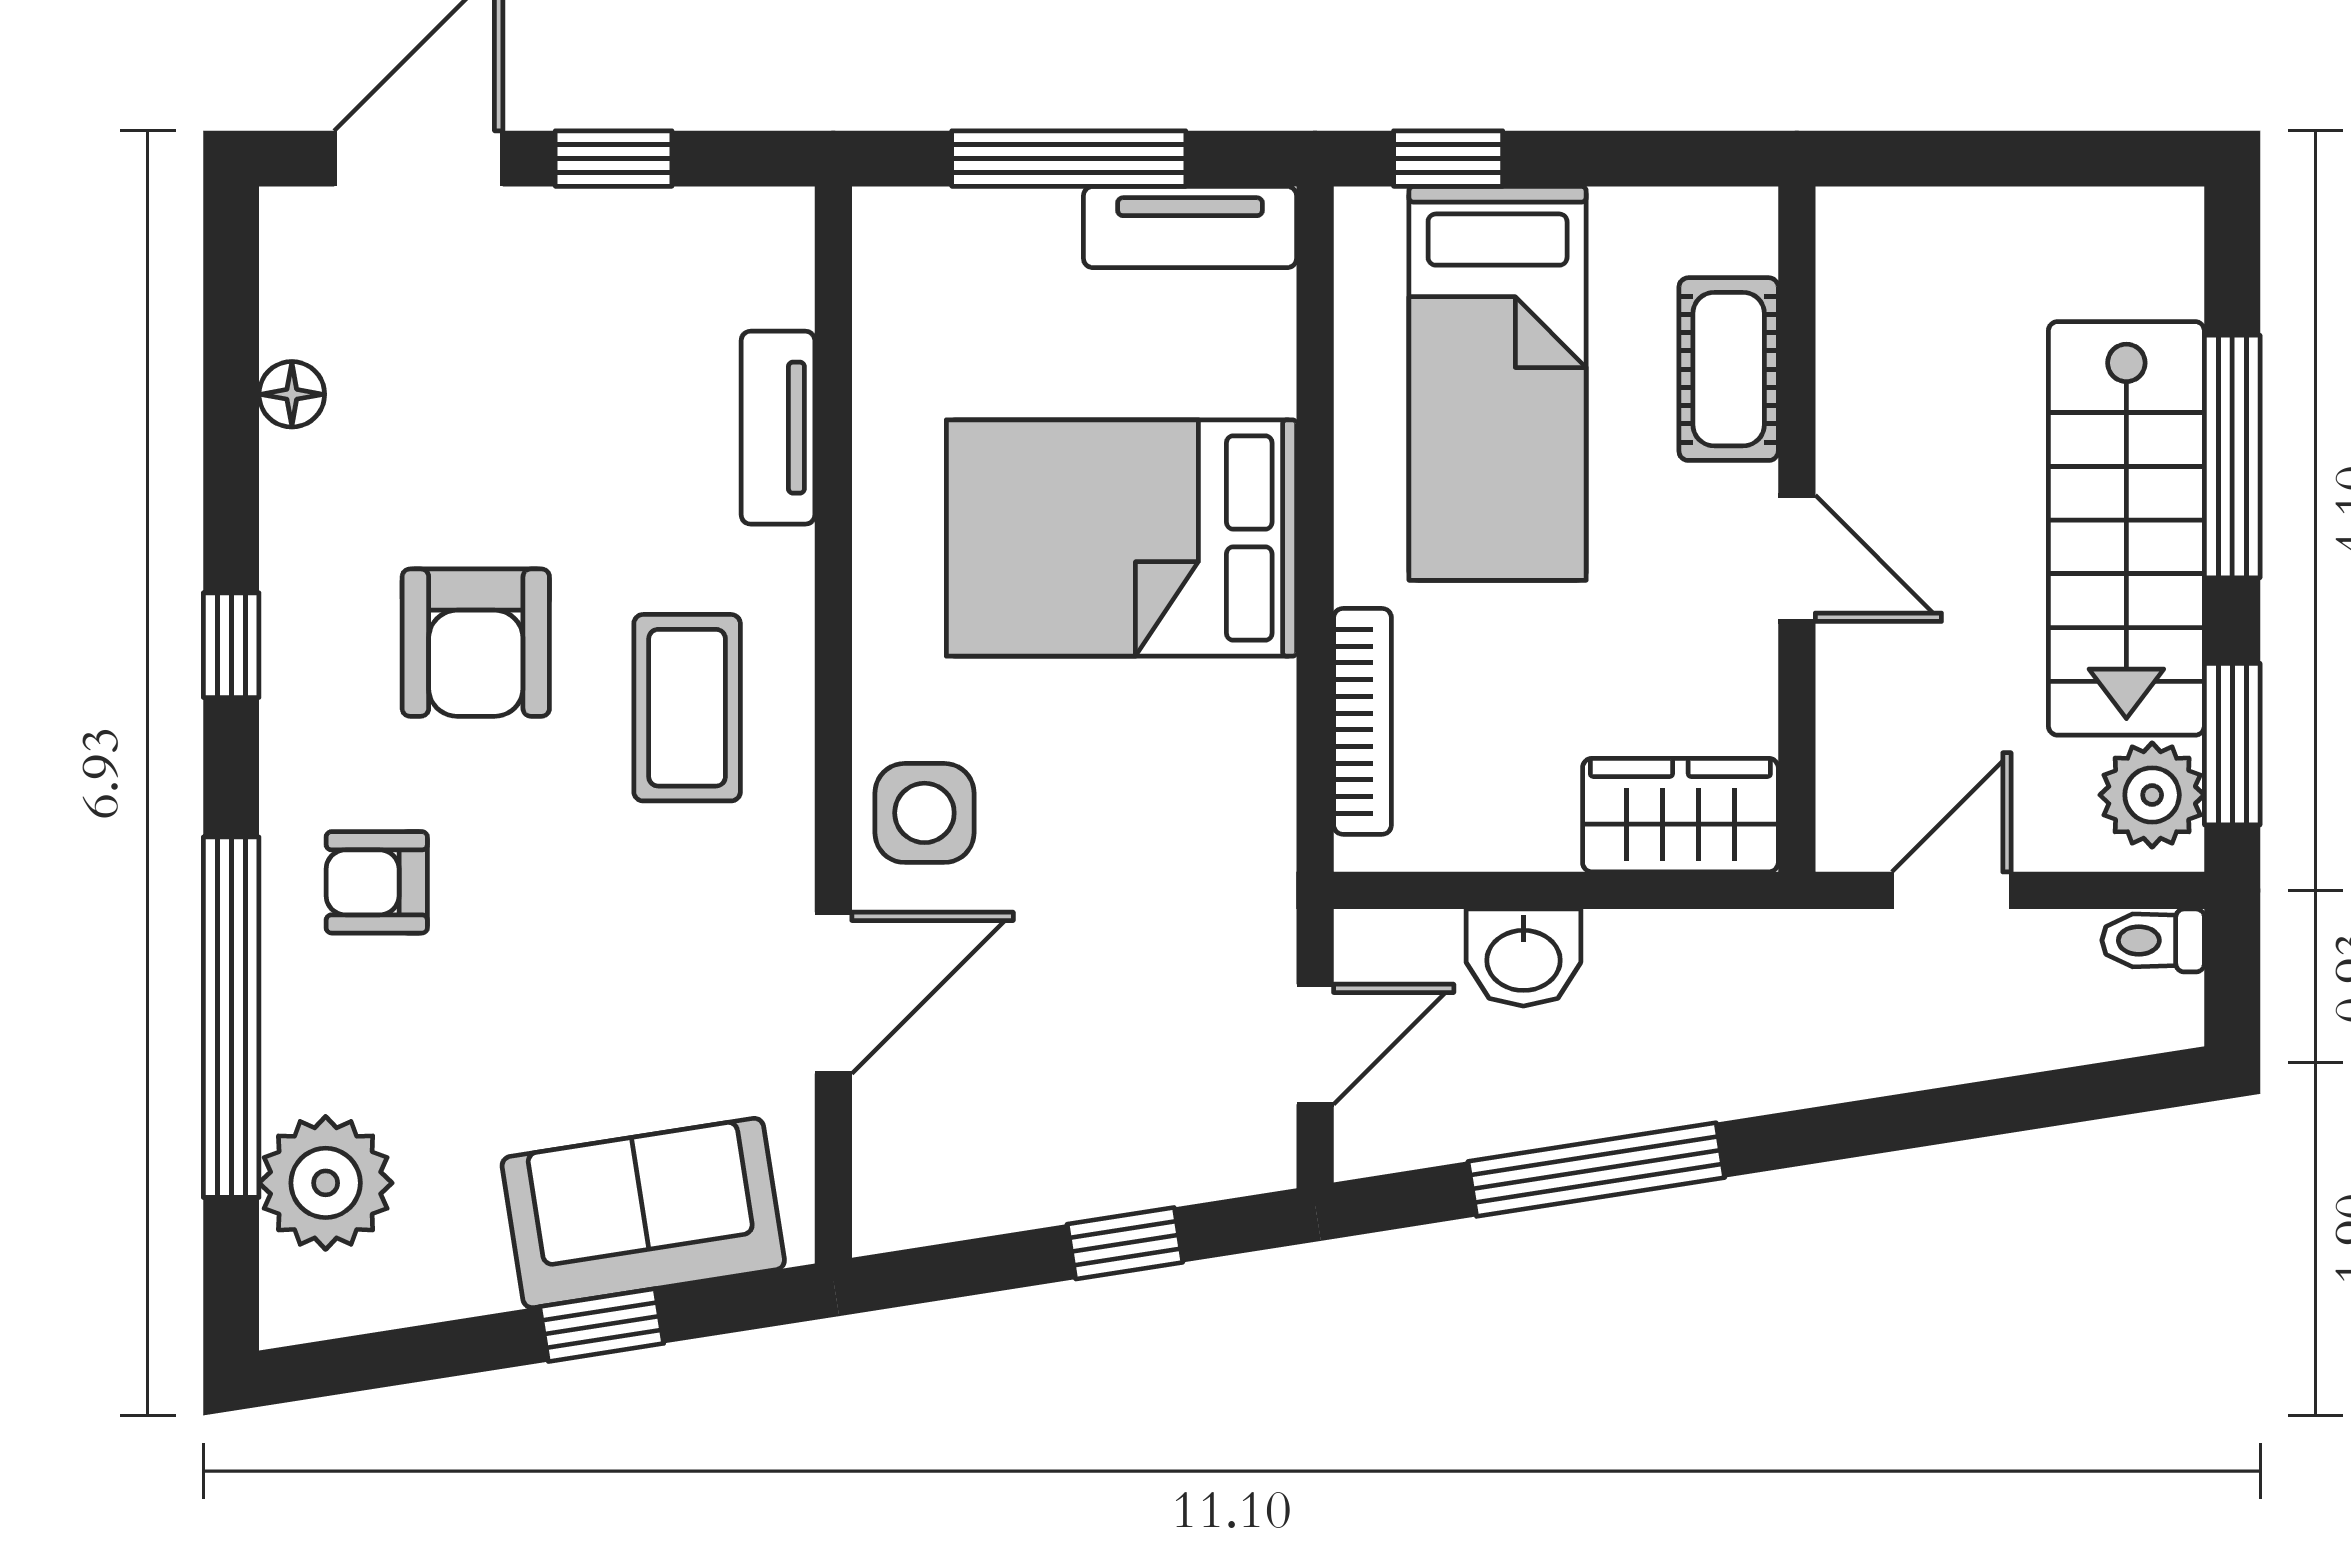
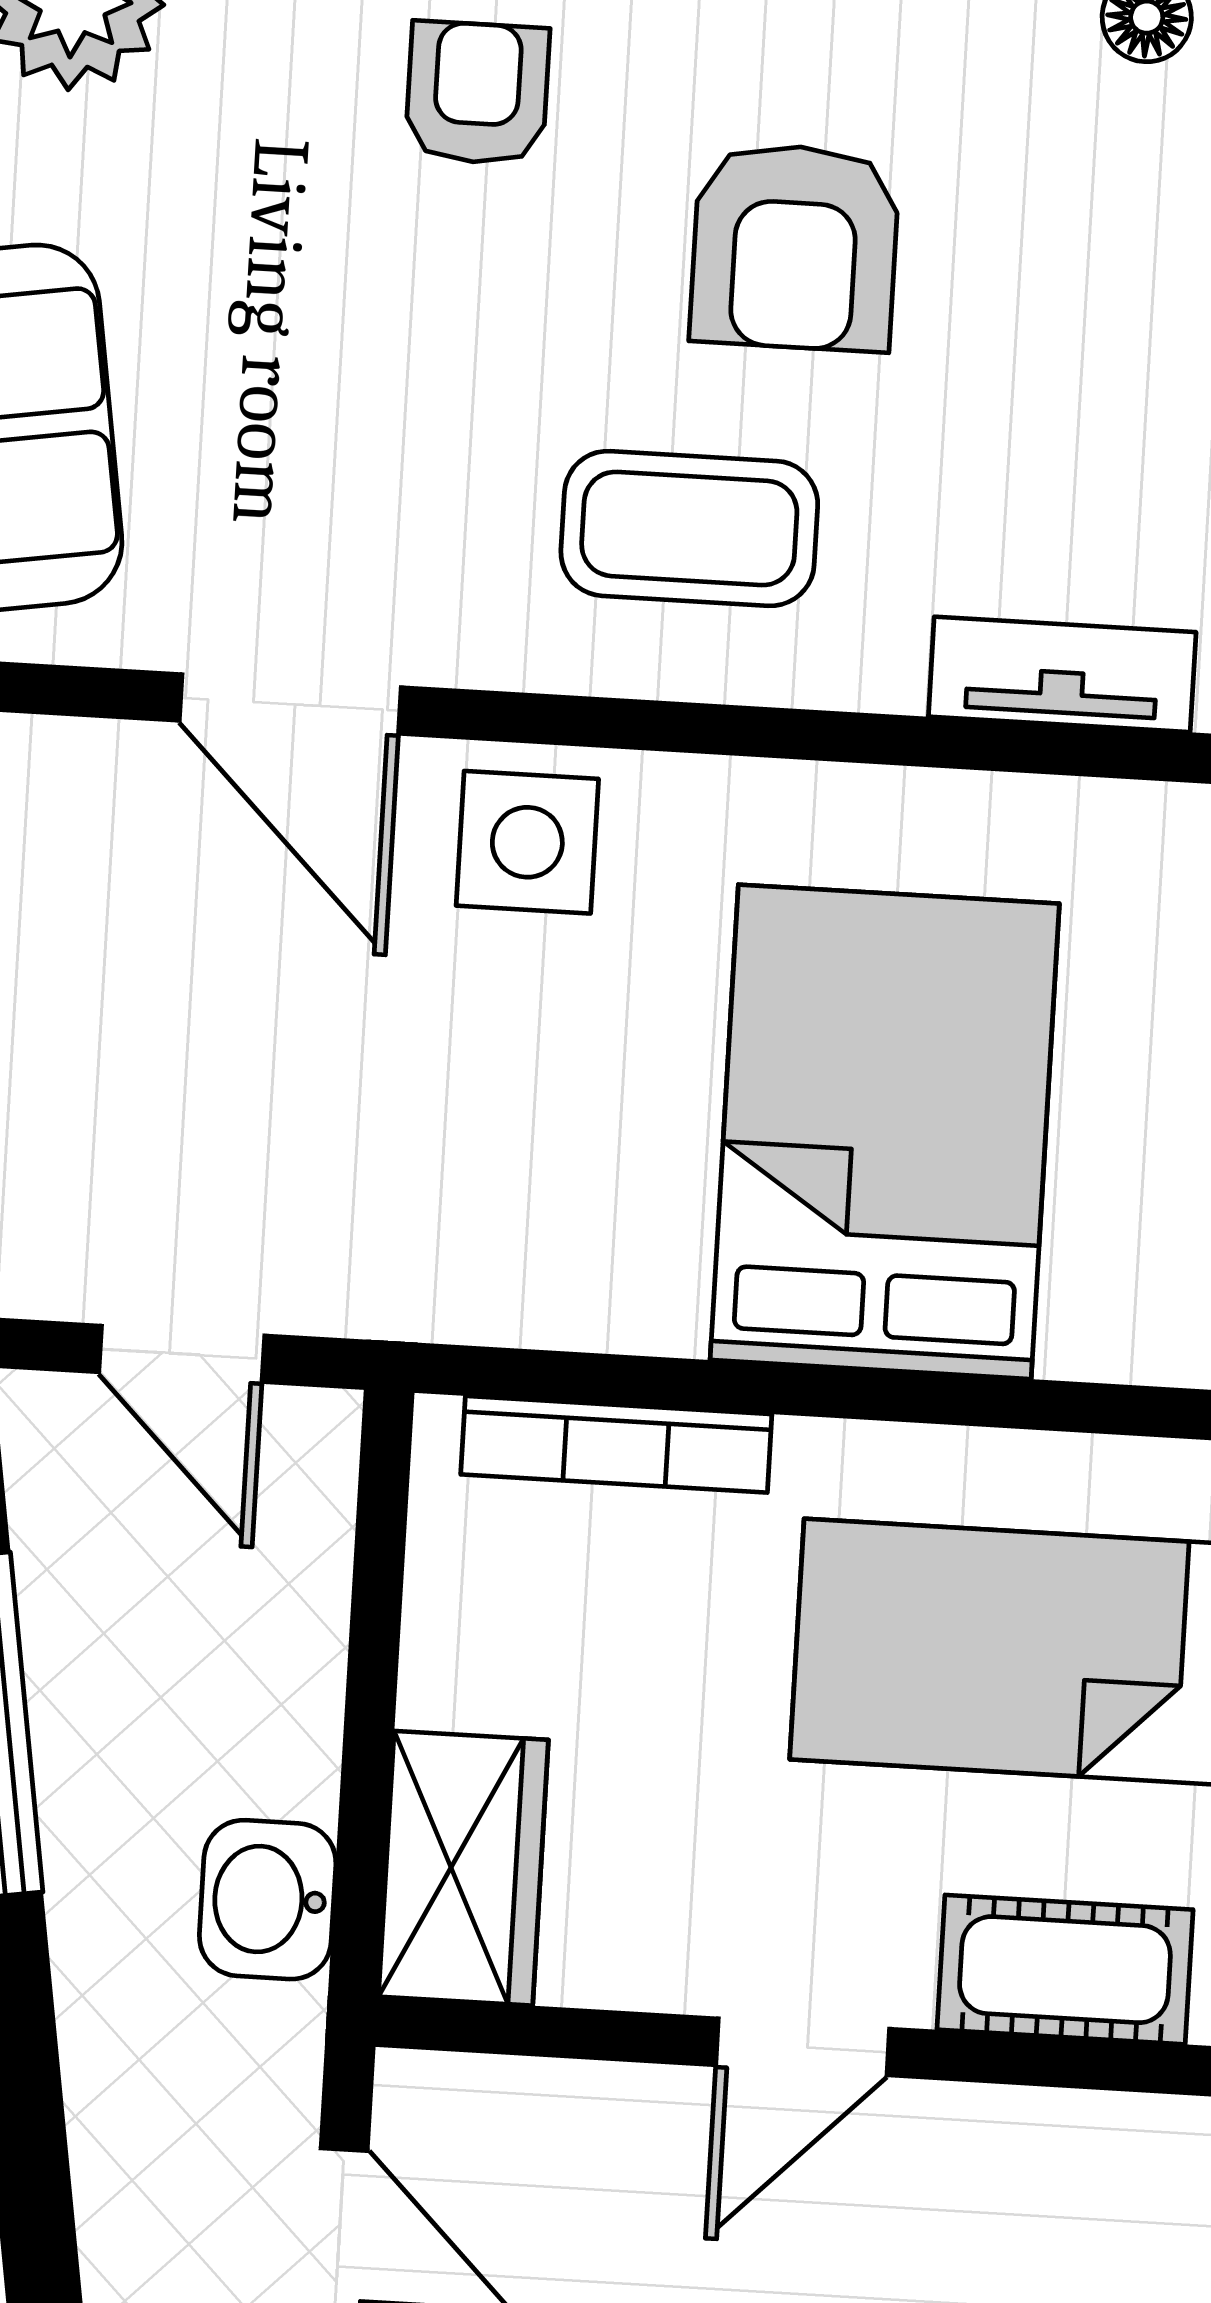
armchair: (476, 643) -> (795, 247), turned -90
washbasin: (1523, 957) -> (268, 1900), moved

